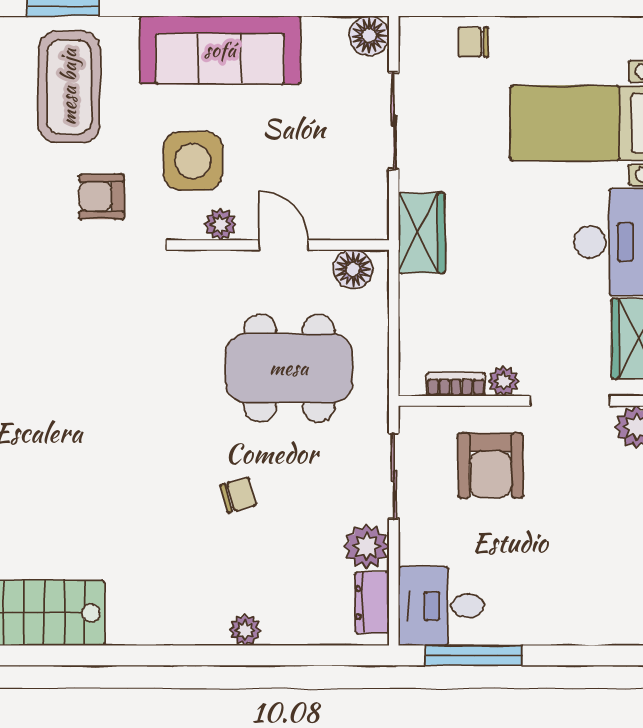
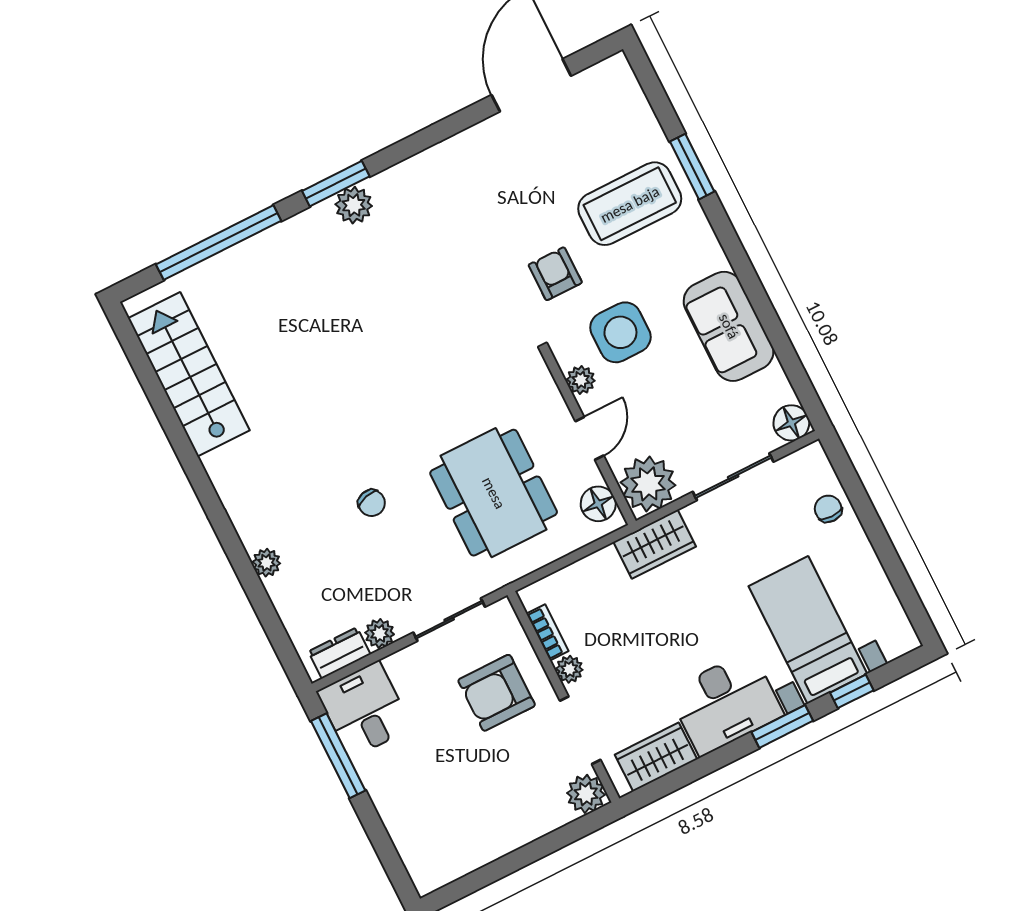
sofa: (220, 50) -> (729, 326), width x0.73
plant: (358, 209) -> (648, 484), added
plant: (366, 546) -> (380, 633), width x0.73, depth x0.73

